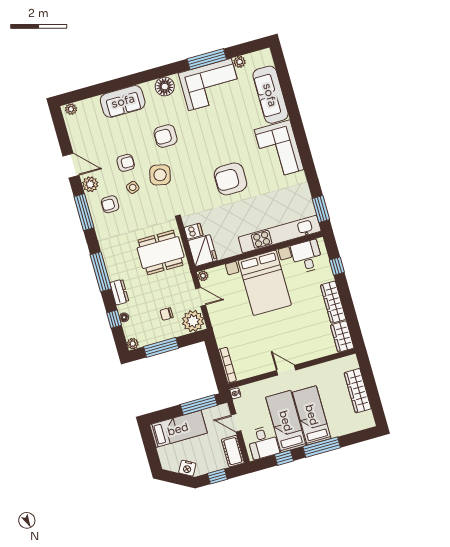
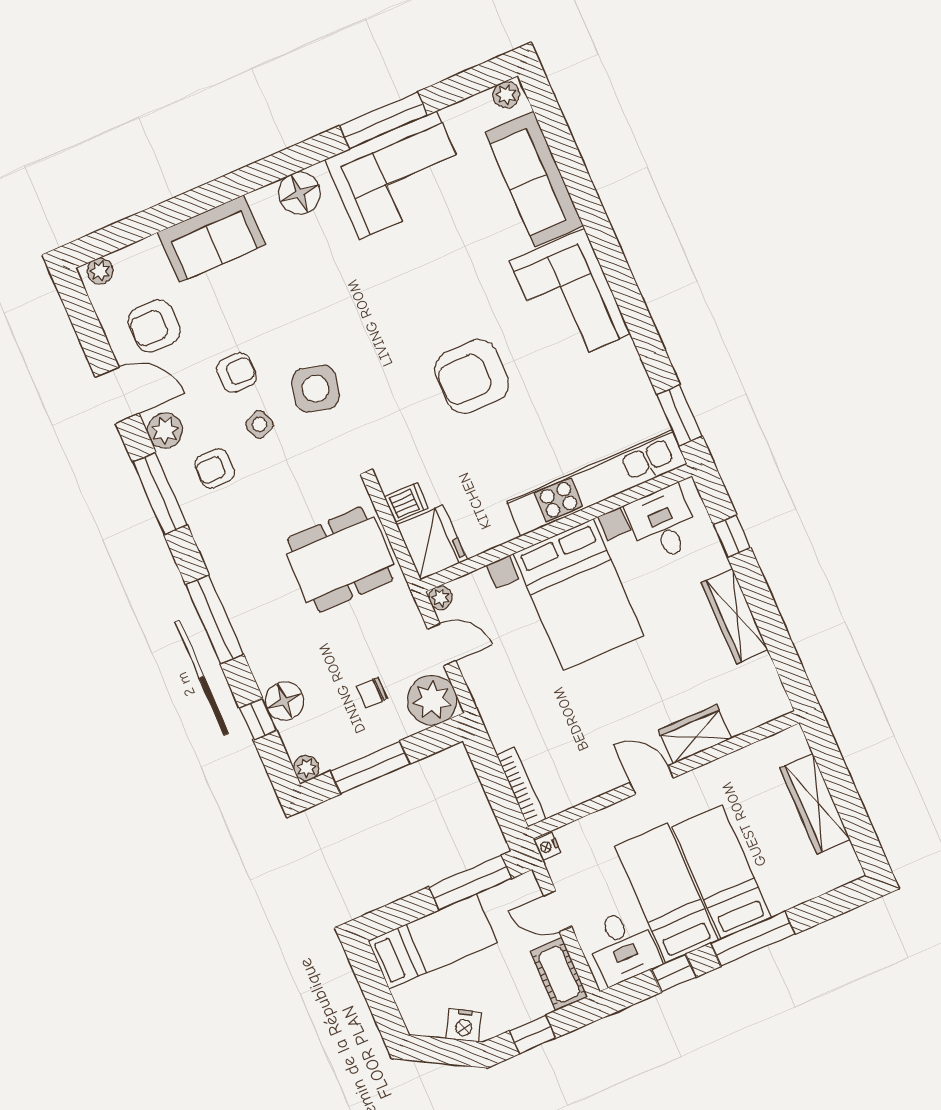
plant: (240, 62) -> (506, 95), moved
armchair: (166, 136) -> (154, 326), moved
dresser: (119, 292) -> (261, 659), removed
floor lamp: (124, 317) -> (284, 701), width x1.89, depth x1.89
wardrobe: (342, 337) -> (695, 734), moved, turned 90

